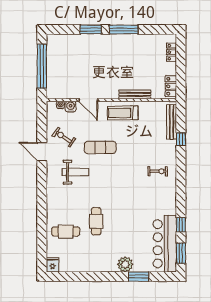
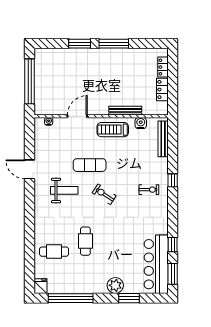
locker: (171, 86) -> (162, 90), moved
door: (88, 100) -> (77, 116), swing flipped
water cooler: (71, 107) -> (141, 123), moved
exercise bike: (64, 137) -> (104, 194), moved
window: (181, 139) -> (173, 180), moved
window: (82, 277) -> (71, 298), added

